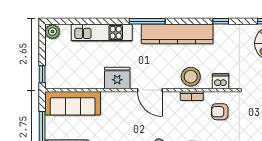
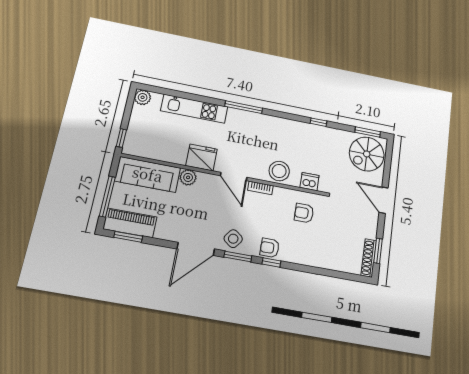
kitchen counter: (177, 34) -> (272, 126), removed
bookcase: (192, 96) -> (260, 188), moved
plant: (109, 99) -> (188, 177), added

